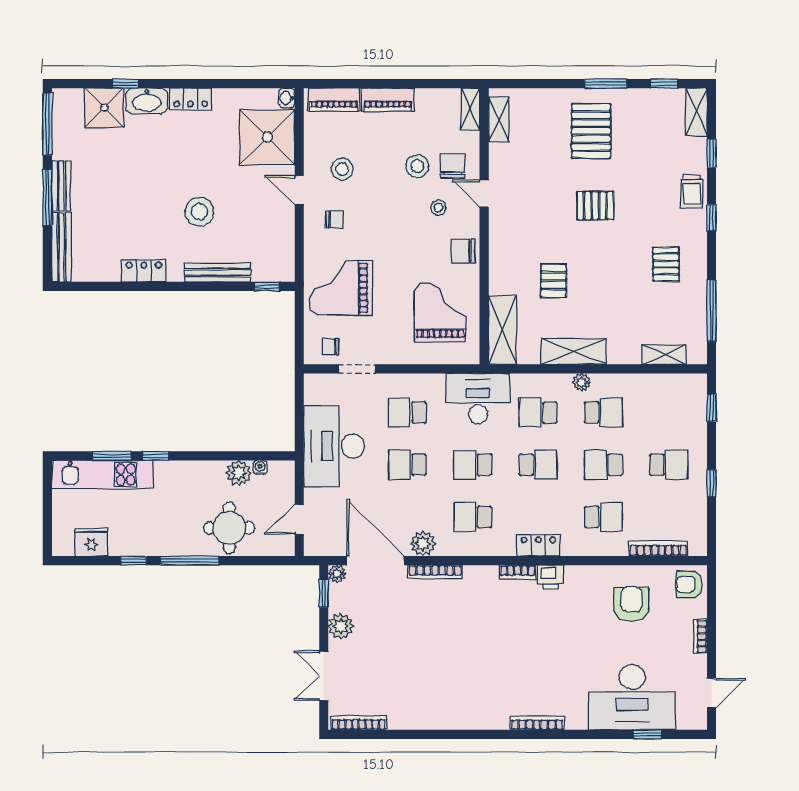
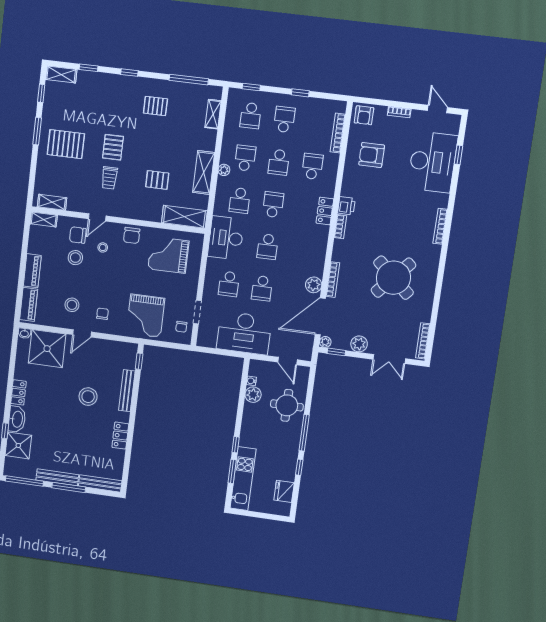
bench: (61, 186) -> (57, 477), width x1.36
trolley: (692, 191) -> (109, 178), moved, turned 90
school desk: (473, 517) -> (251, 115), moved
round table: (450, 664) -> (393, 278), added

